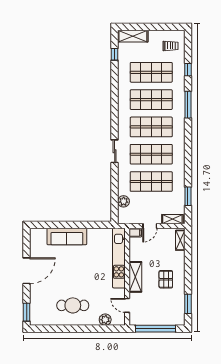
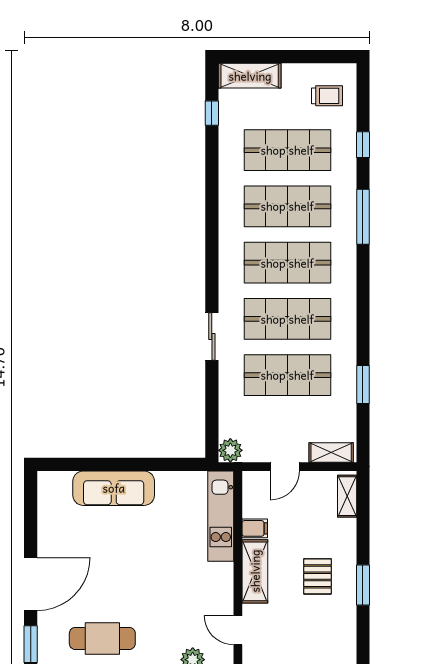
sliding door: (115, 151) -> (212, 336), moved
window: (188, 196) -> (363, 384), moved
plant: (124, 201) -> (230, 450), moved
filing cabinet: (135, 233) -> (255, 528), moved
kitchen unit: (119, 258) -> (221, 516), width x0.73
door: (27, 271) -> (31, 584), moved
window: (188, 304) -> (363, 585), moved
cafe table: (73, 305) -> (102, 638), moved

